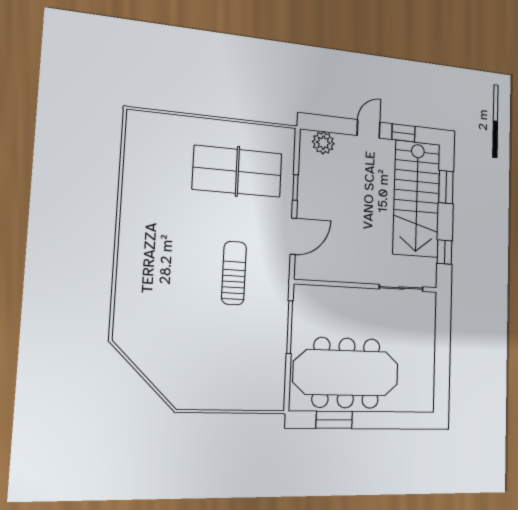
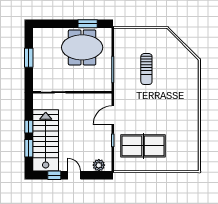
door: (369, 129) -> (74, 175), swing flipped
window: (445, 252) -> (29, 127), moved
sun lounger: (234, 273) -> (146, 69), moved
window: (442, 356) -> (29, 58), added
meeting table: (346, 373) -> (82, 47), width x0.73

